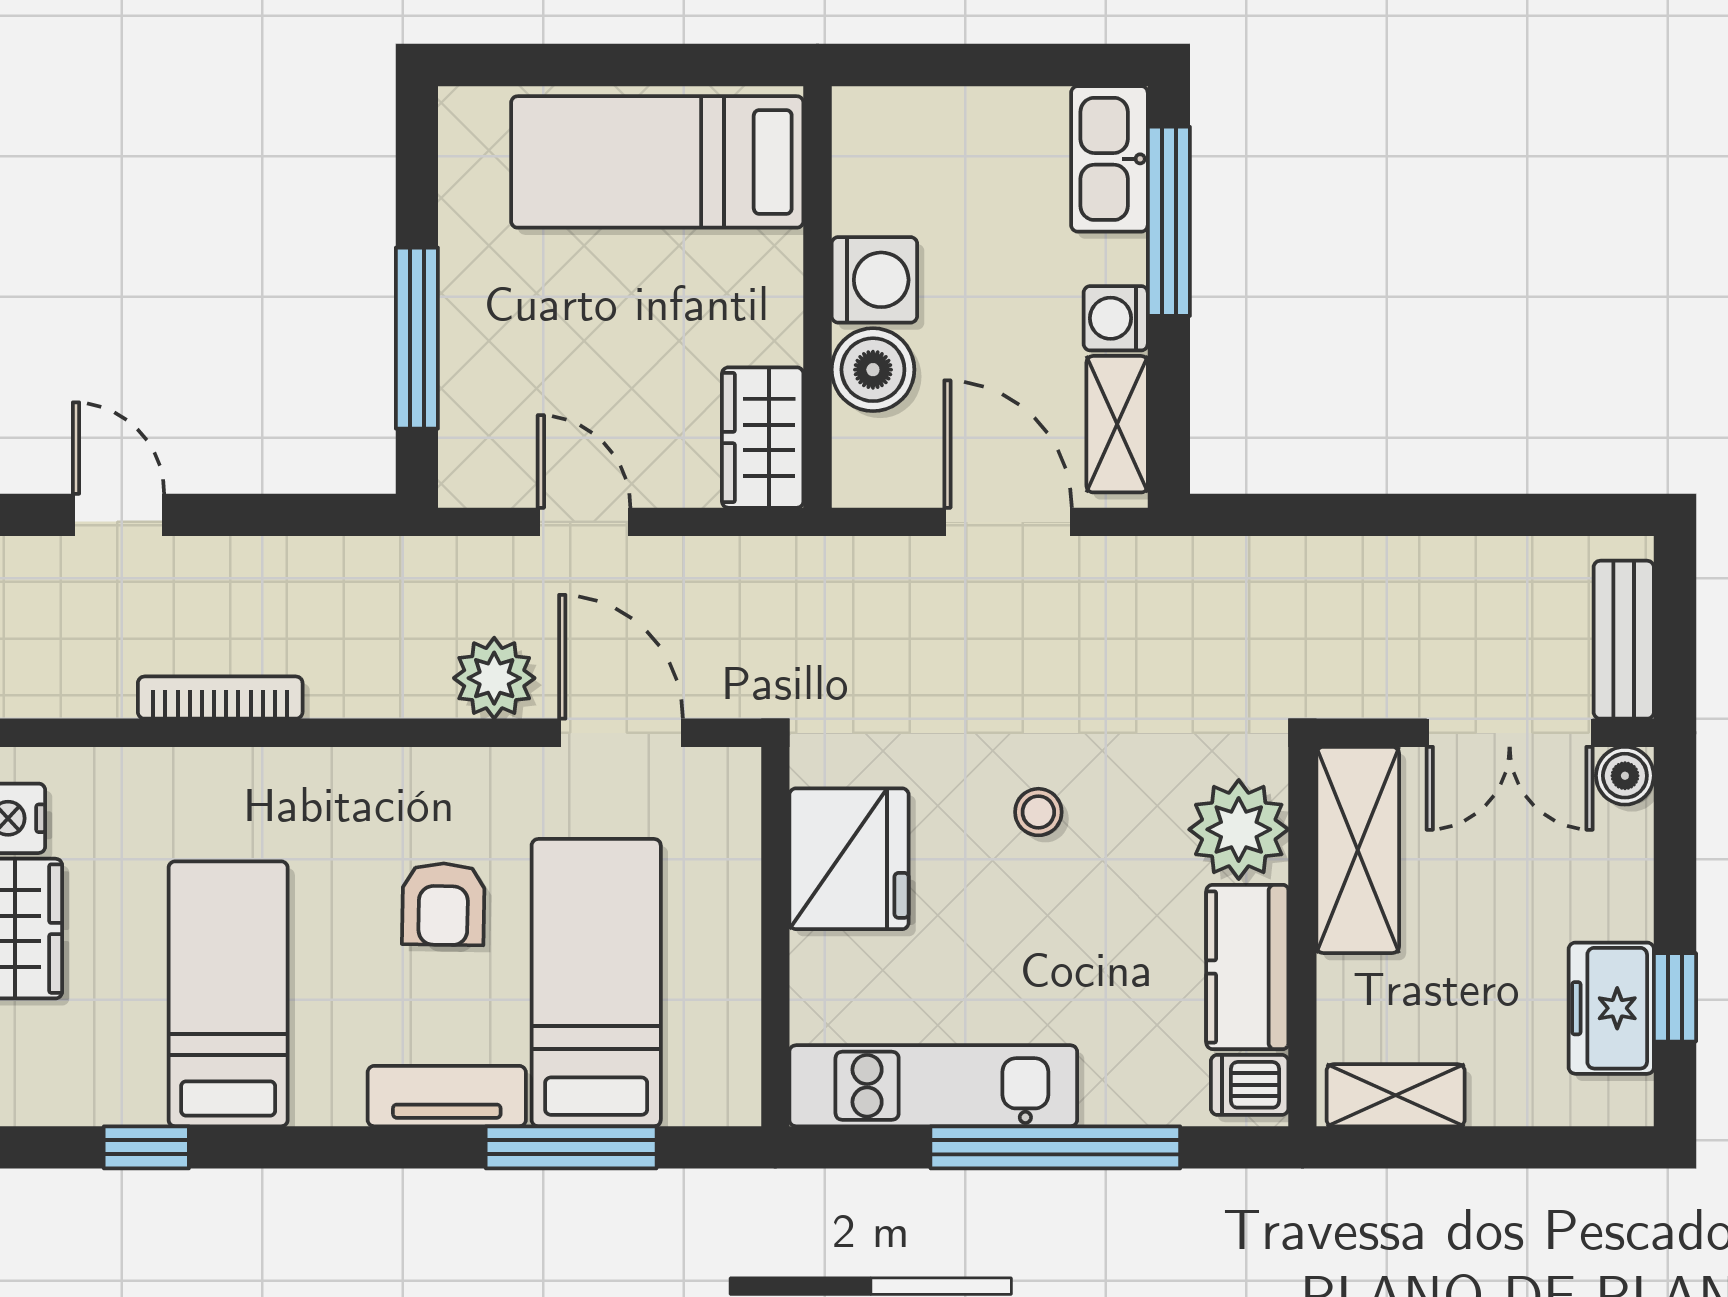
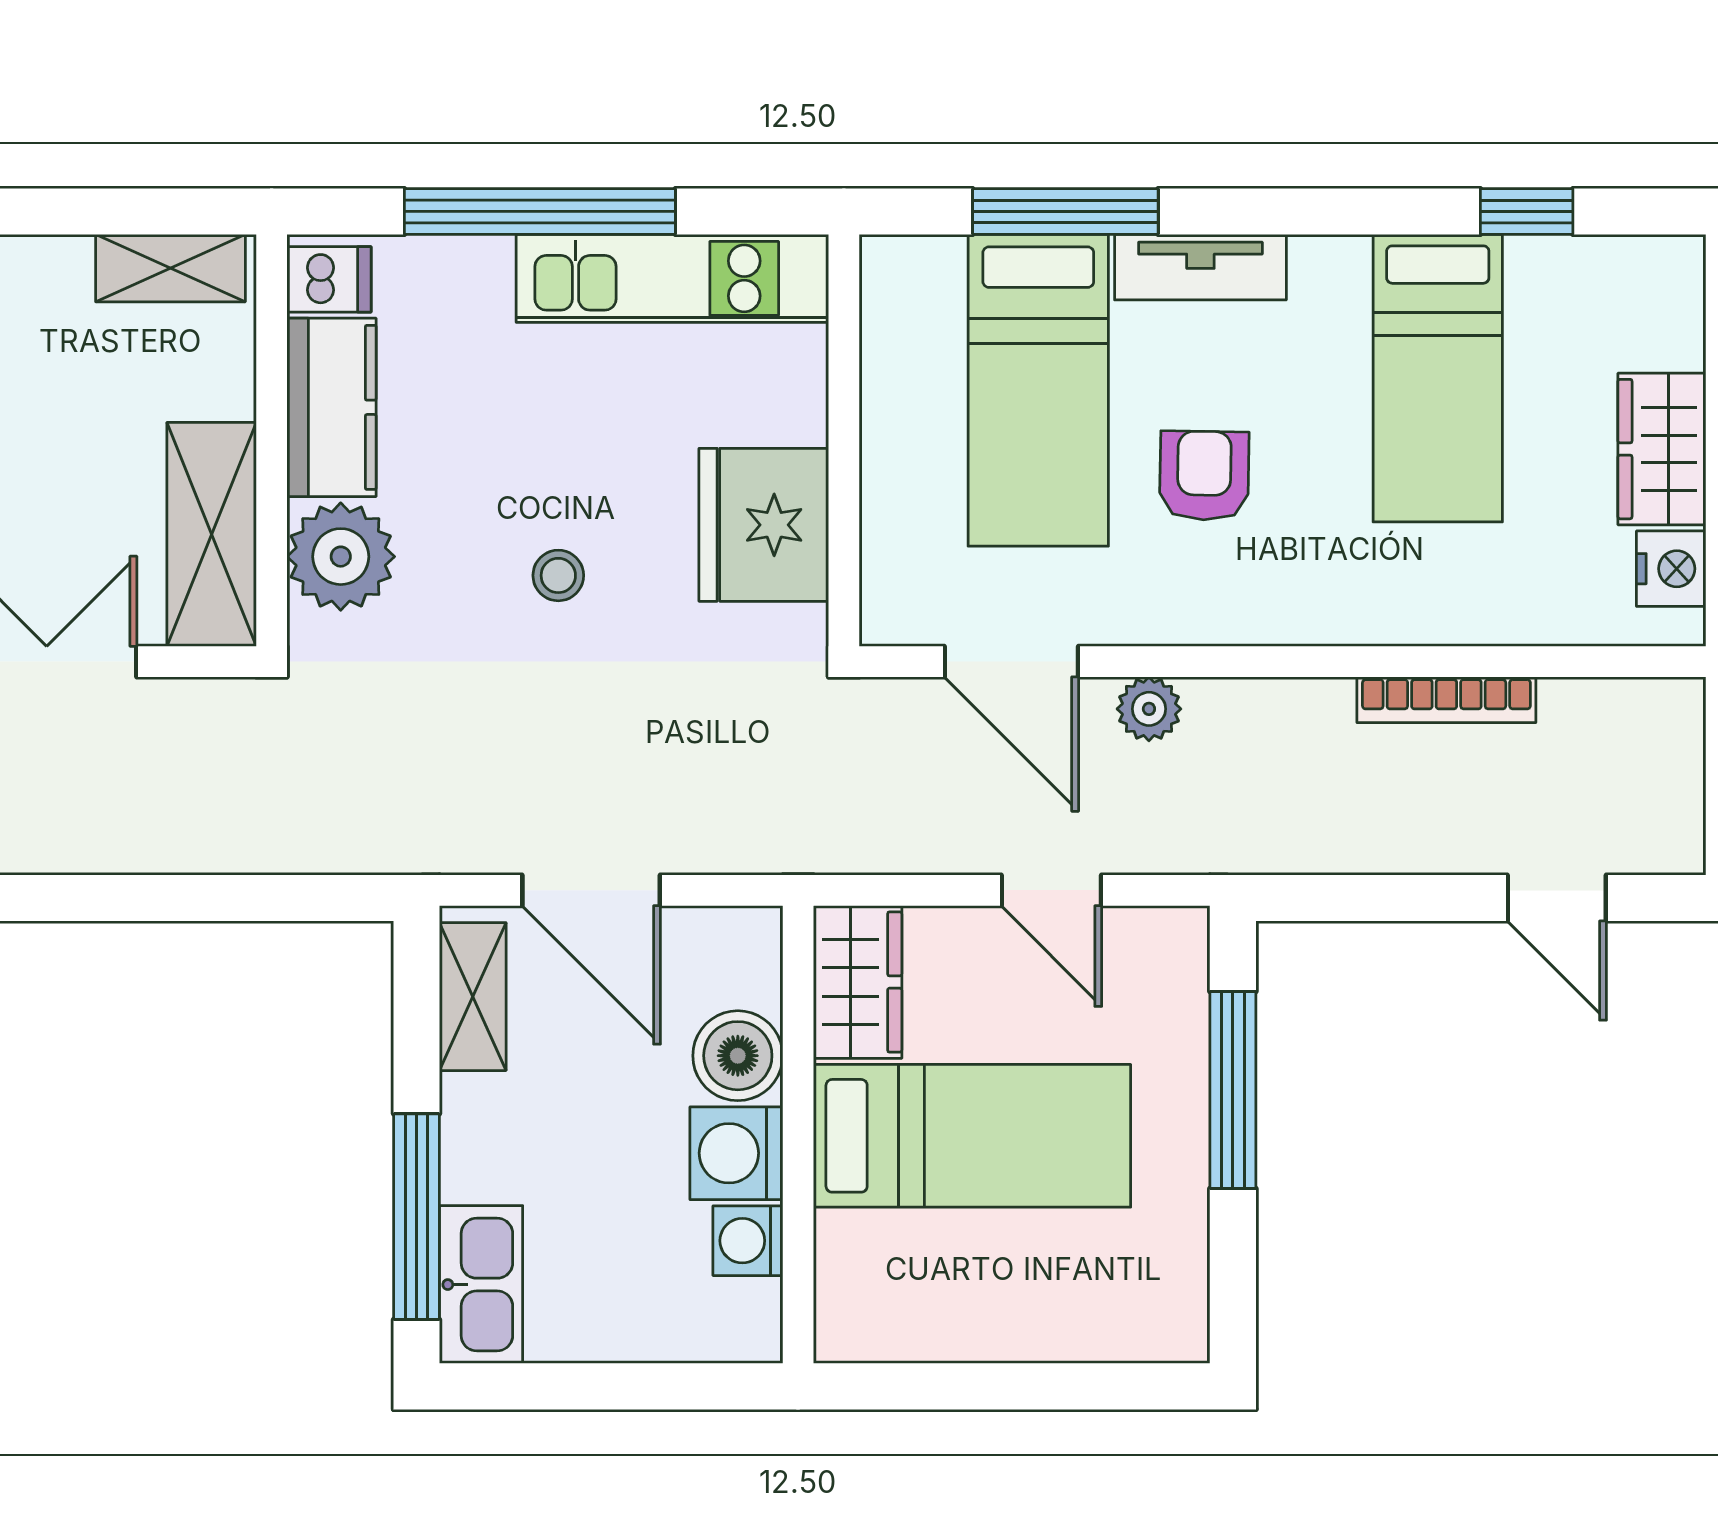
bed: (657, 162) -> (972, 1136), moved
washing machine: (1116, 318) -> (748, 1241), moved, turned 180
plant: (494, 678) -> (1149, 709), width x0.73, depth x0.73

